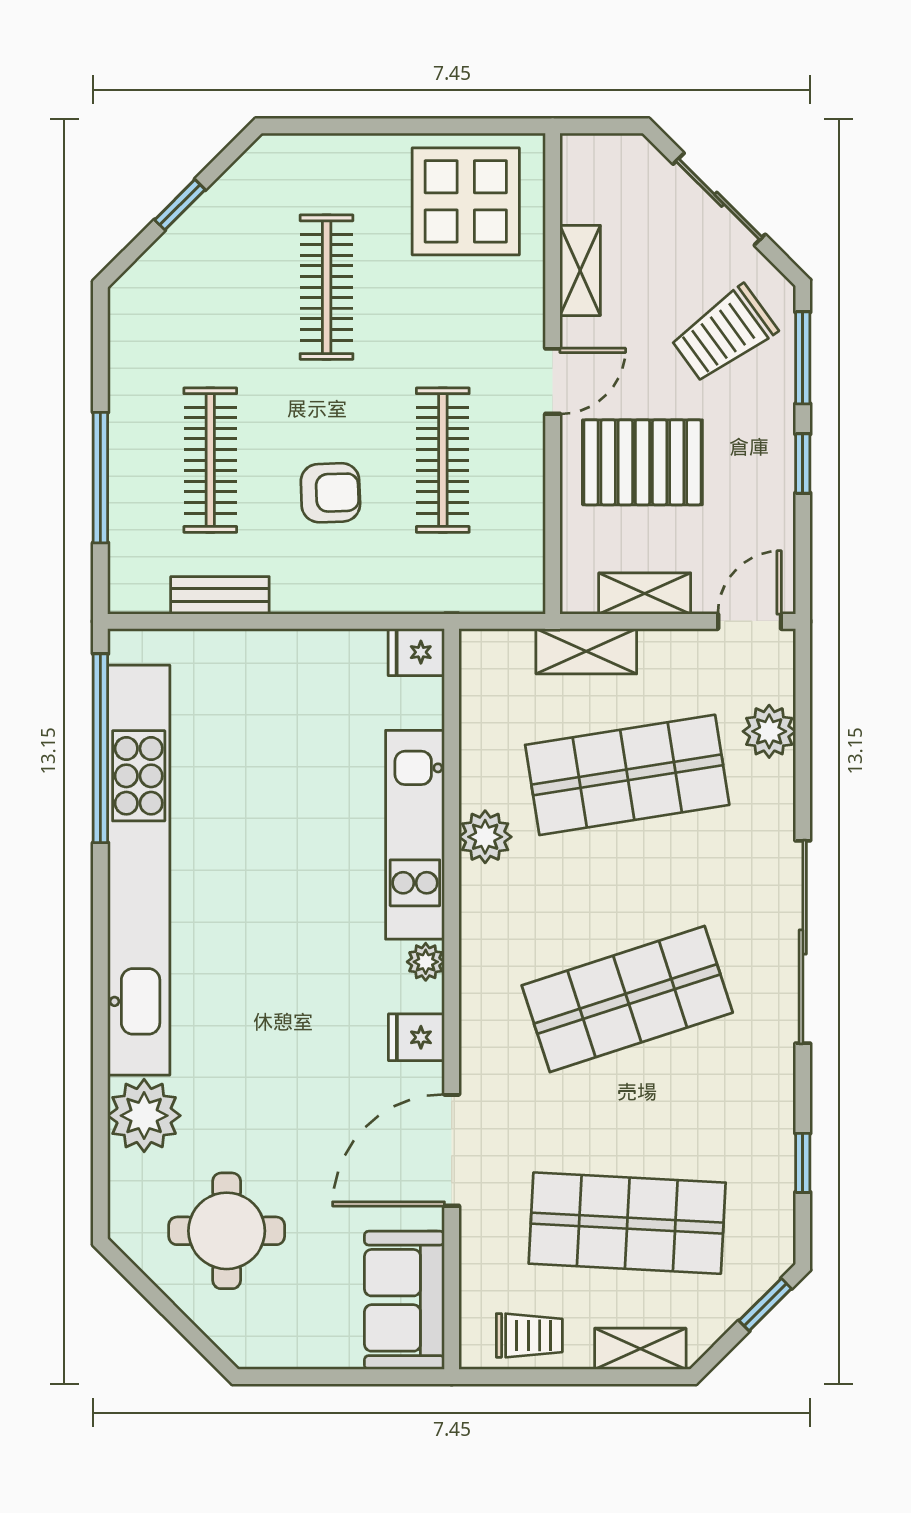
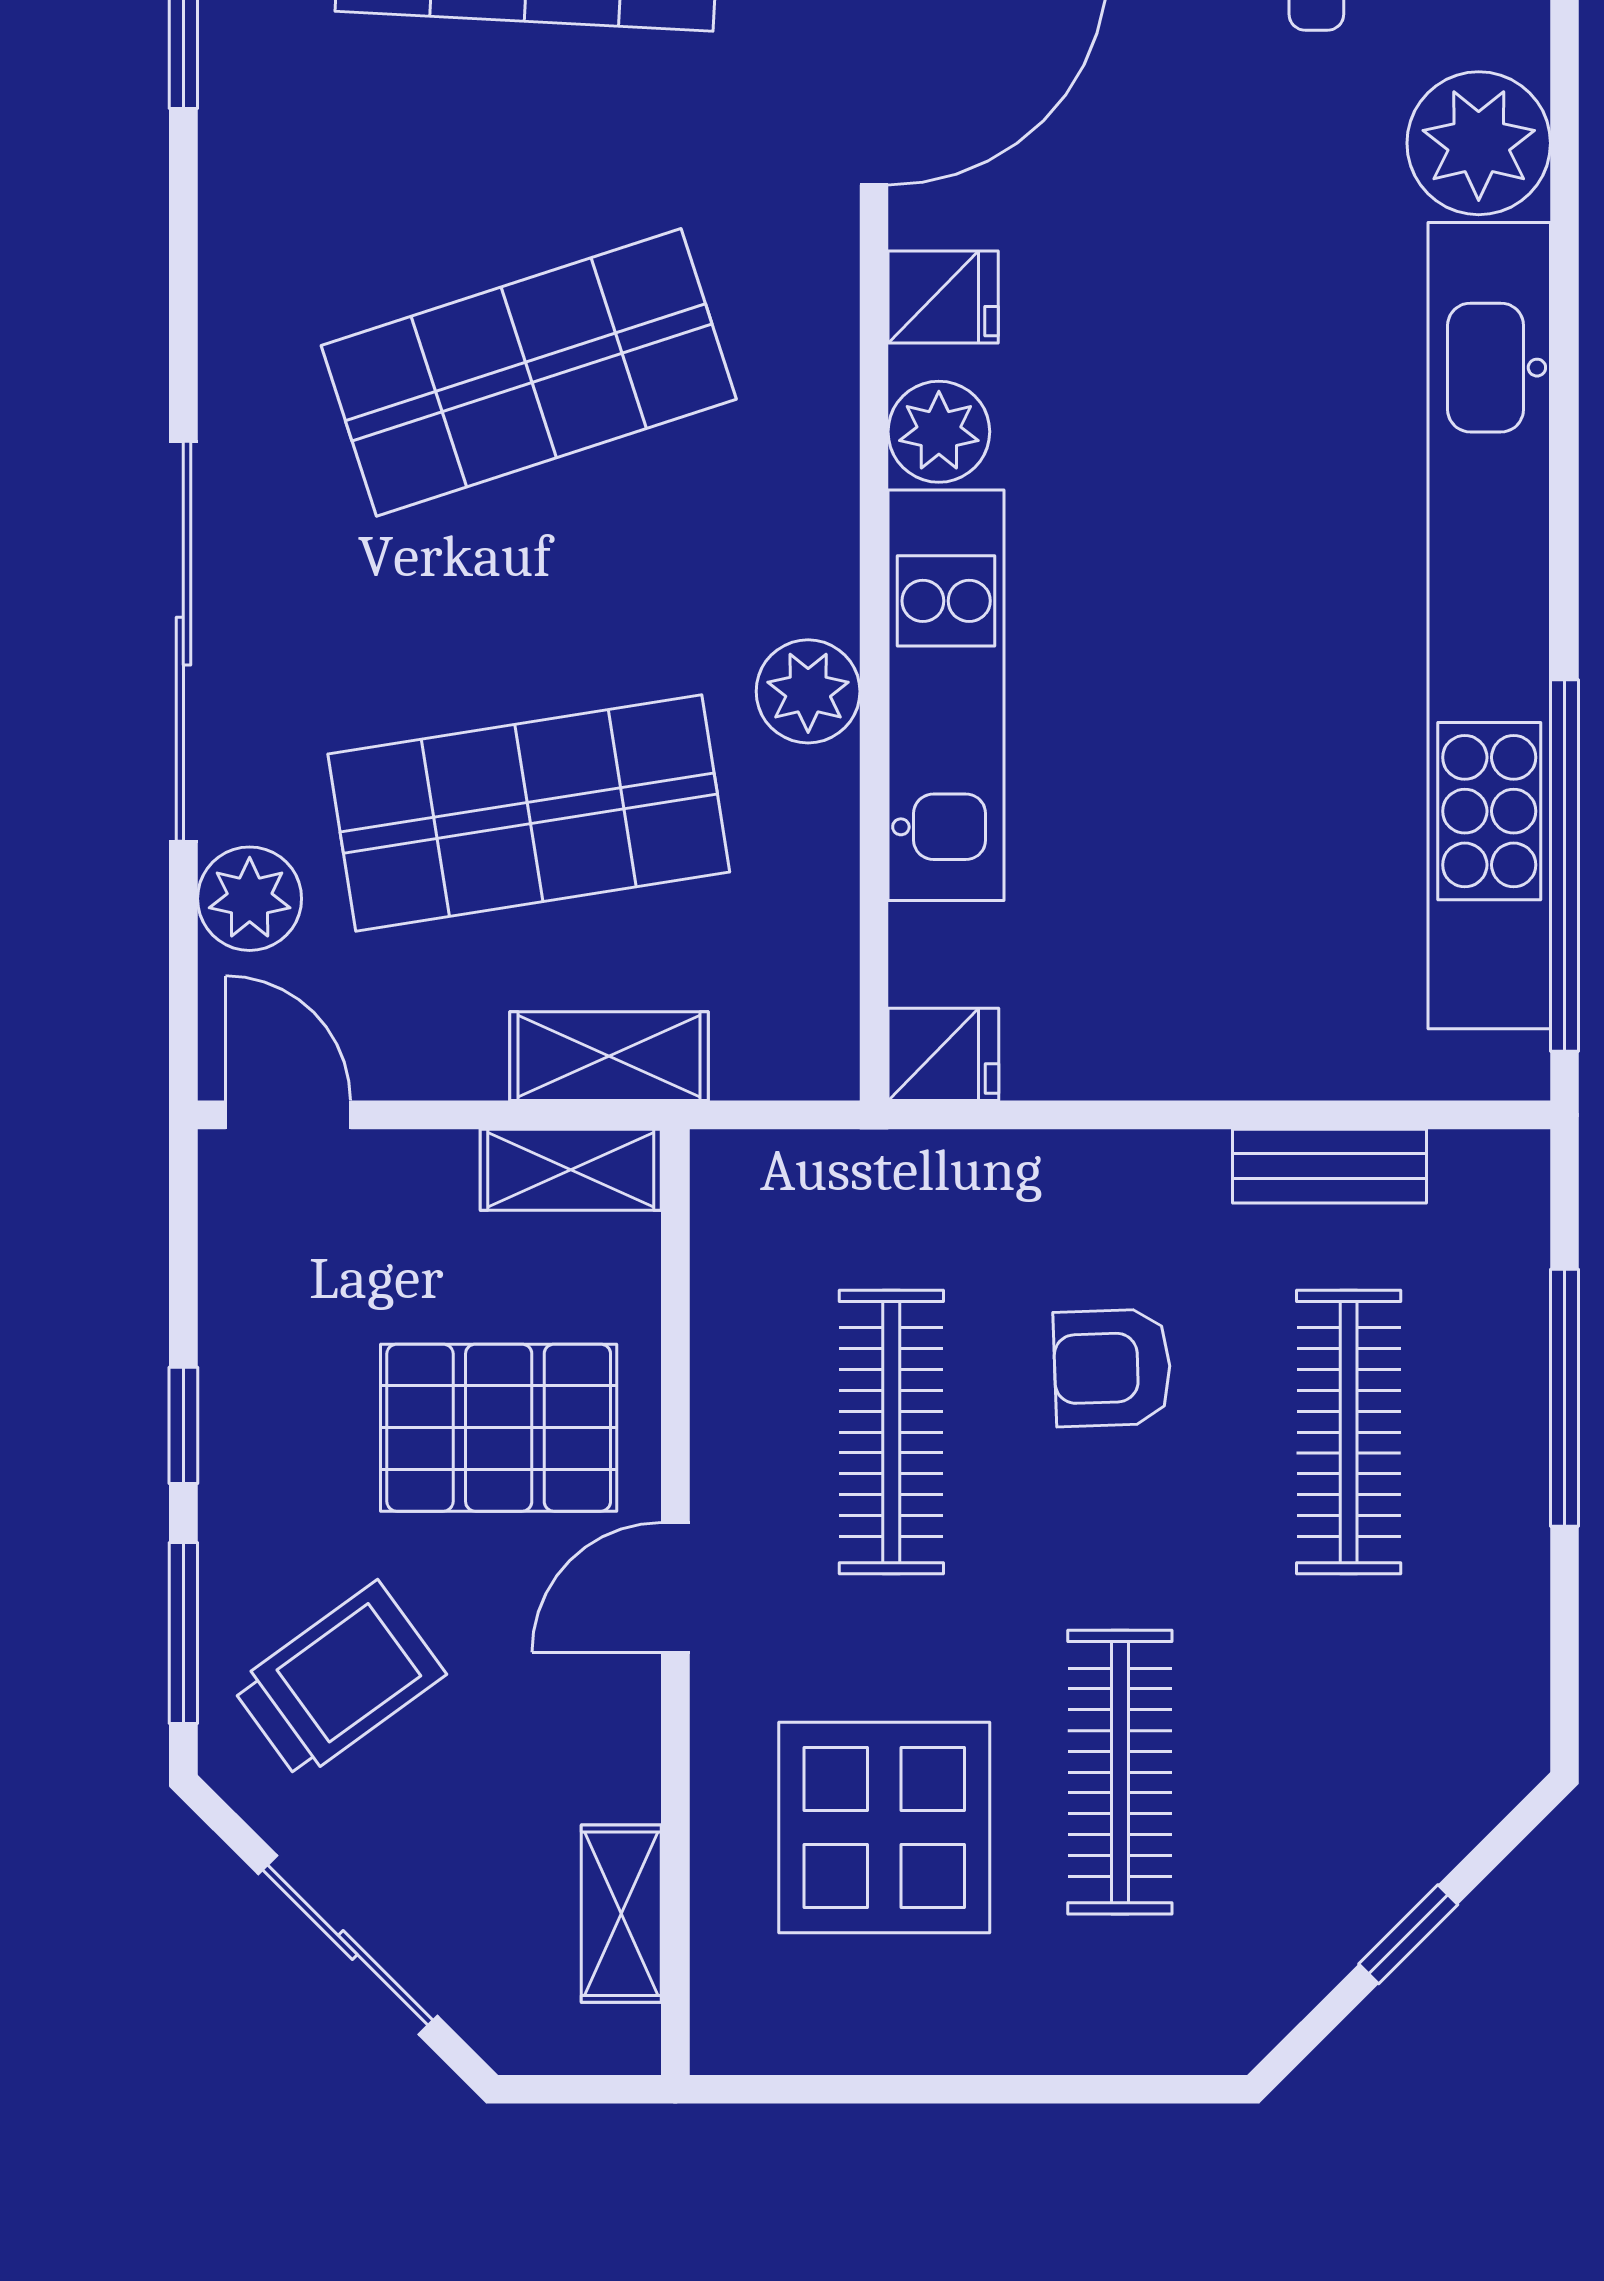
display table: (466, 201) -> (884, 1827), moved
shelving: (580, 270) -> (621, 1914), moved
shelving: (645, 593) -> (571, 1170), moved
door: (750, 621) -> (288, 1115), swing flipped
sliding door: (803, 942) -> (183, 641), moved
plant: (426, 962) -> (939, 432), width x1.38, depth x1.38

